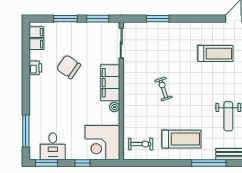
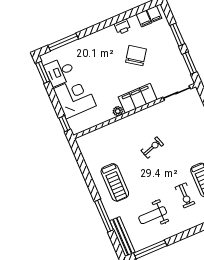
corner desk: (102, 143) -> (75, 97), moved, turned 90
exercise bike: (141, 144) -> (185, 195), moved
window: (83, 163) -> (65, 124), moved

